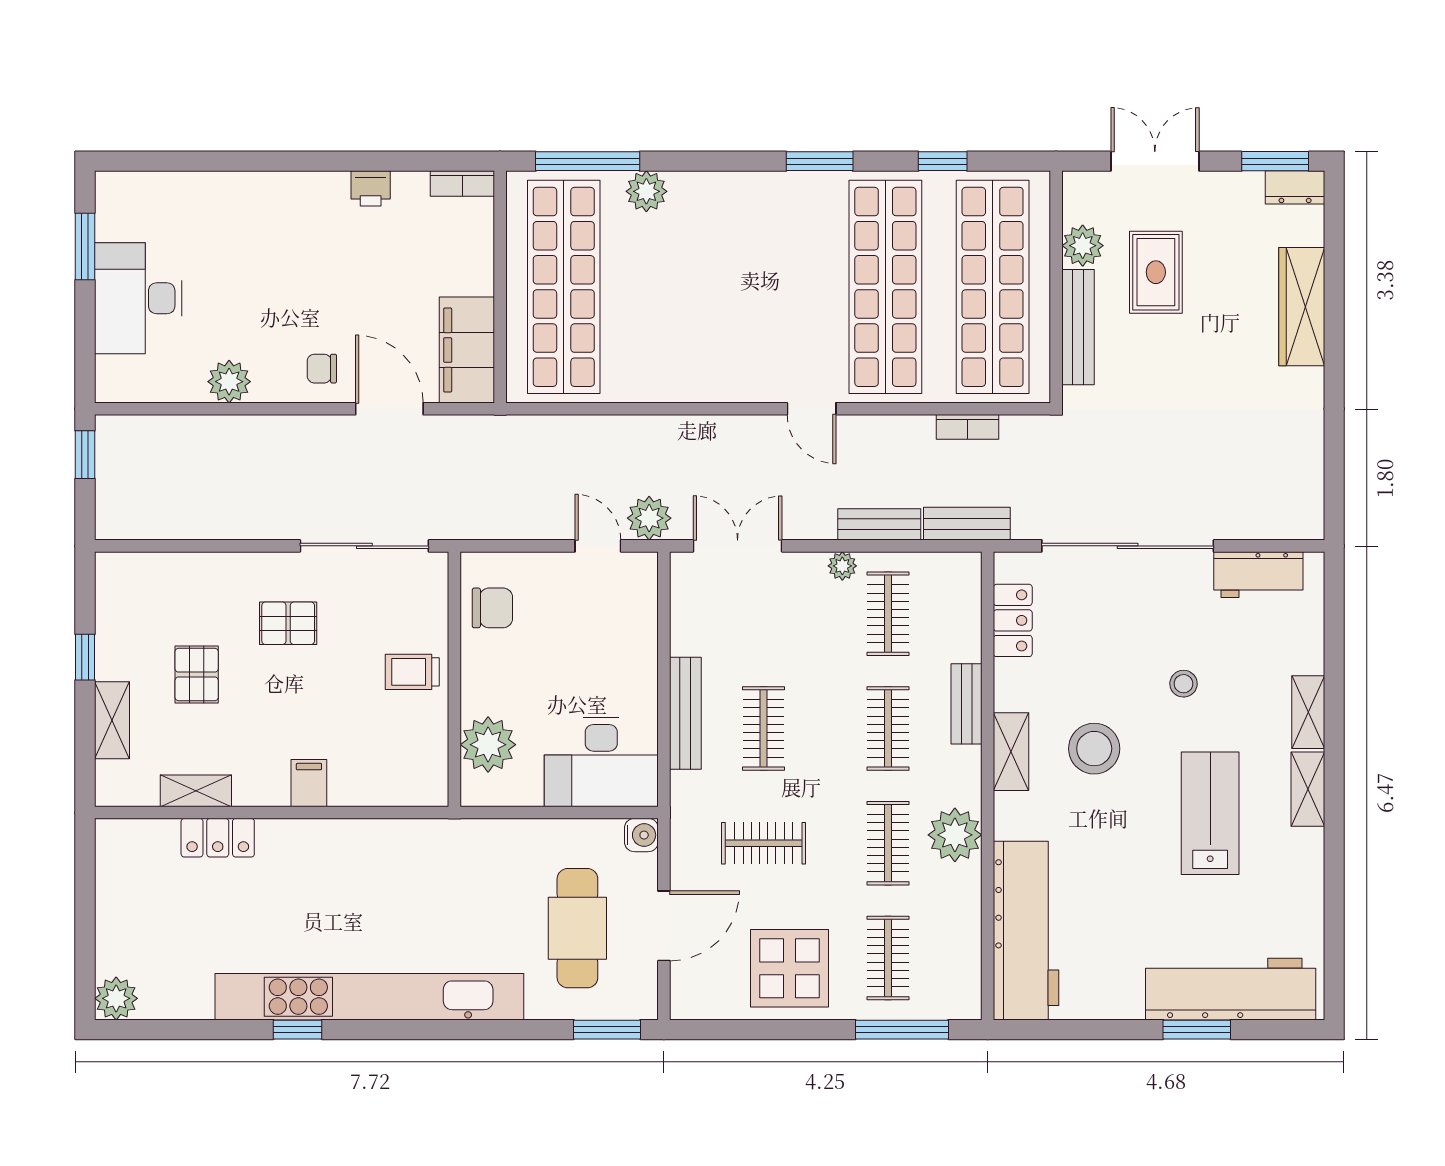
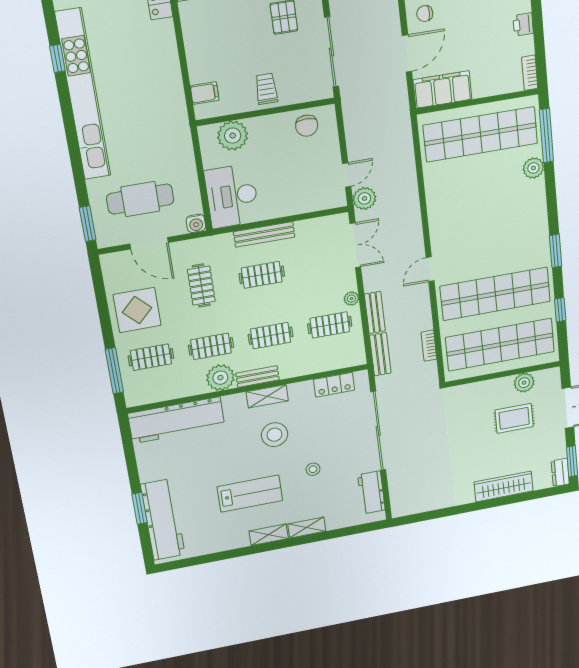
bench: (1078, 327) -> (484, 388), removed
chair: (322, 369) -> (425, 14), turned -90
bench: (967, 704) -> (257, 377), moved
filing cabinet: (309, 783) -> (205, 93), moved

